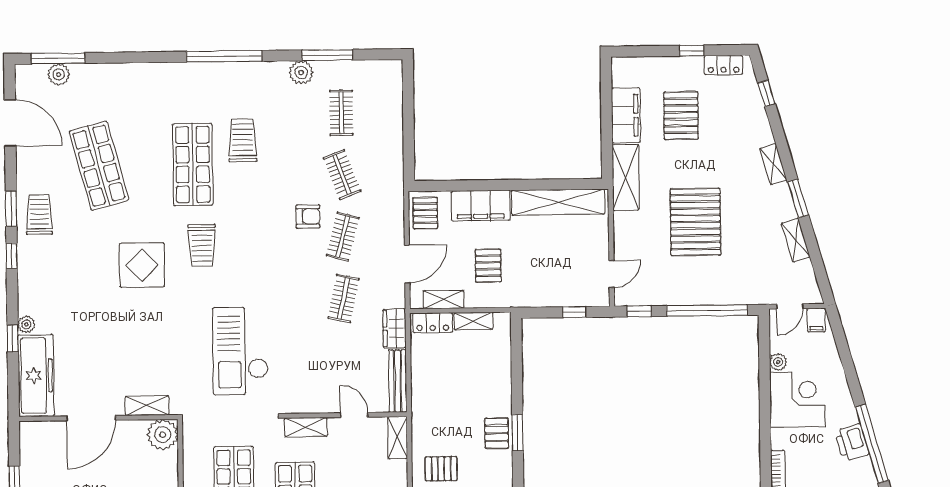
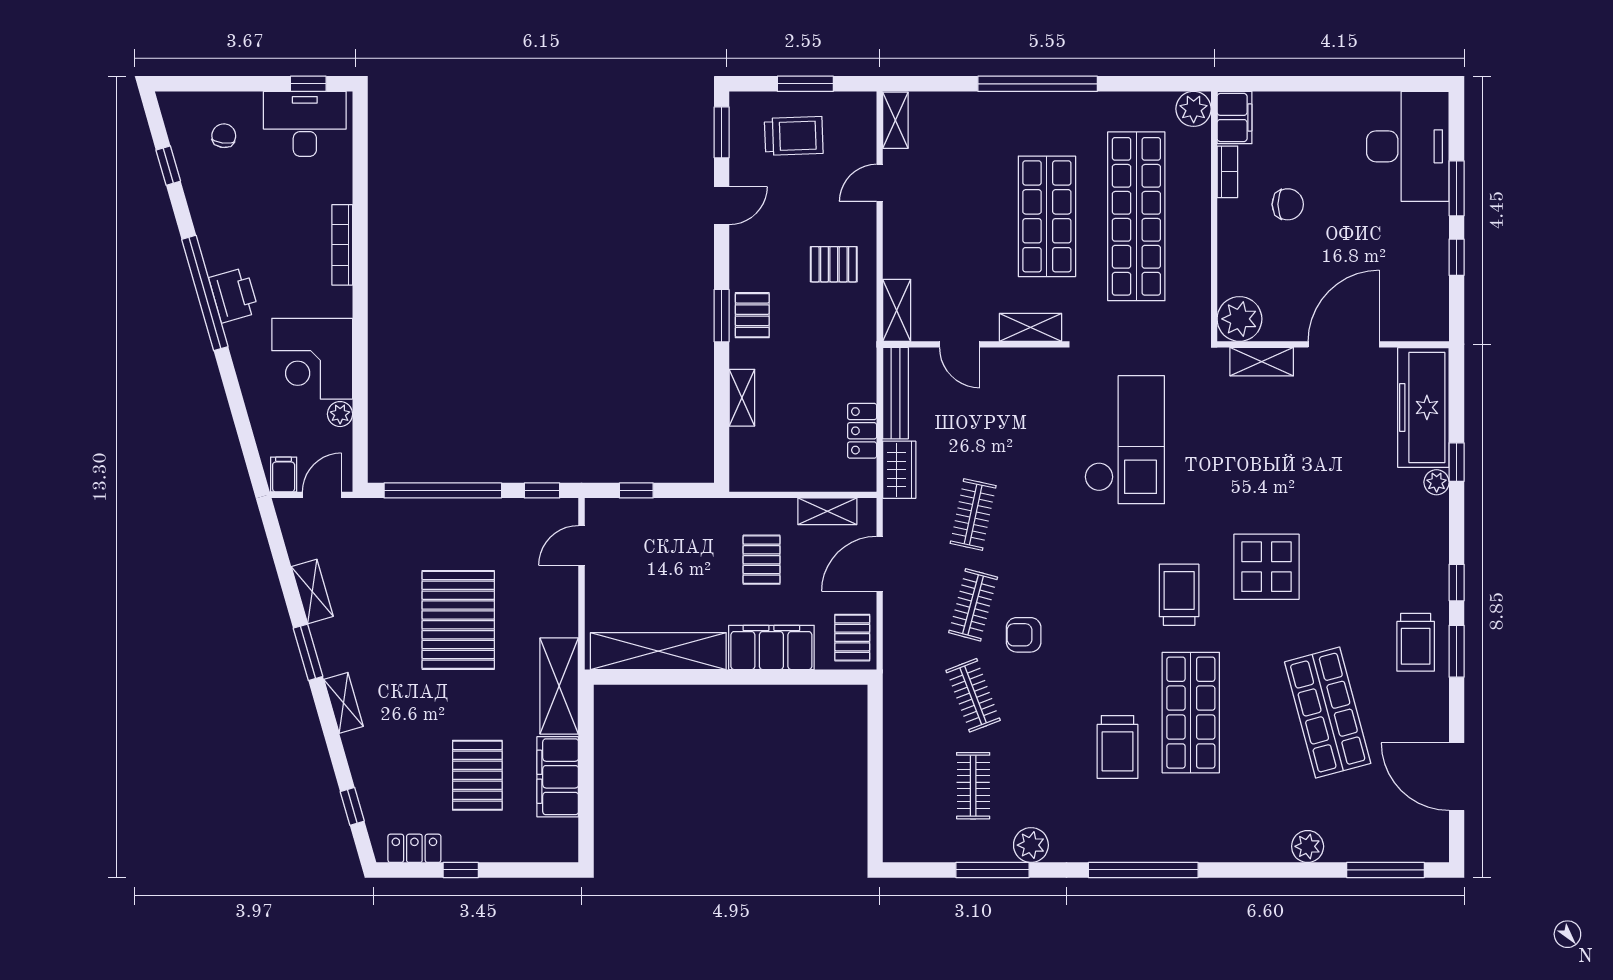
plant: (59, 74) -> (1308, 846), moved
shelving: (474, 321) -> (742, 398), moved, turned 90
locker: (433, 323) -> (862, 431), moved, turned -90

